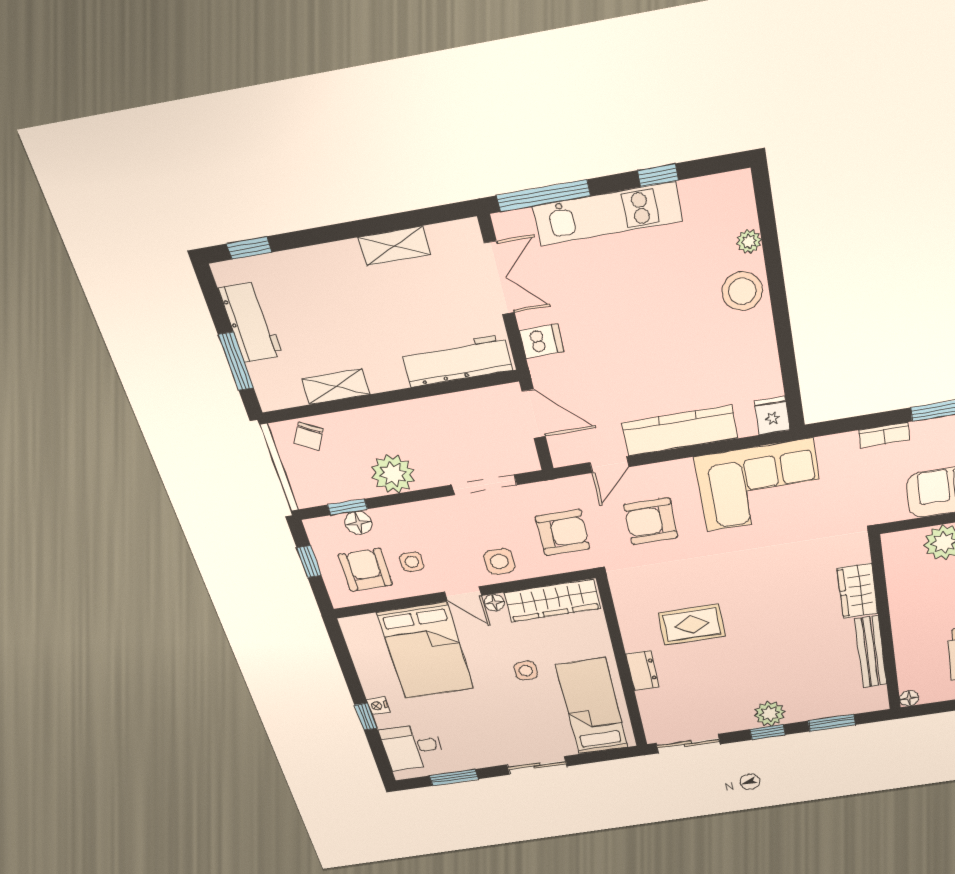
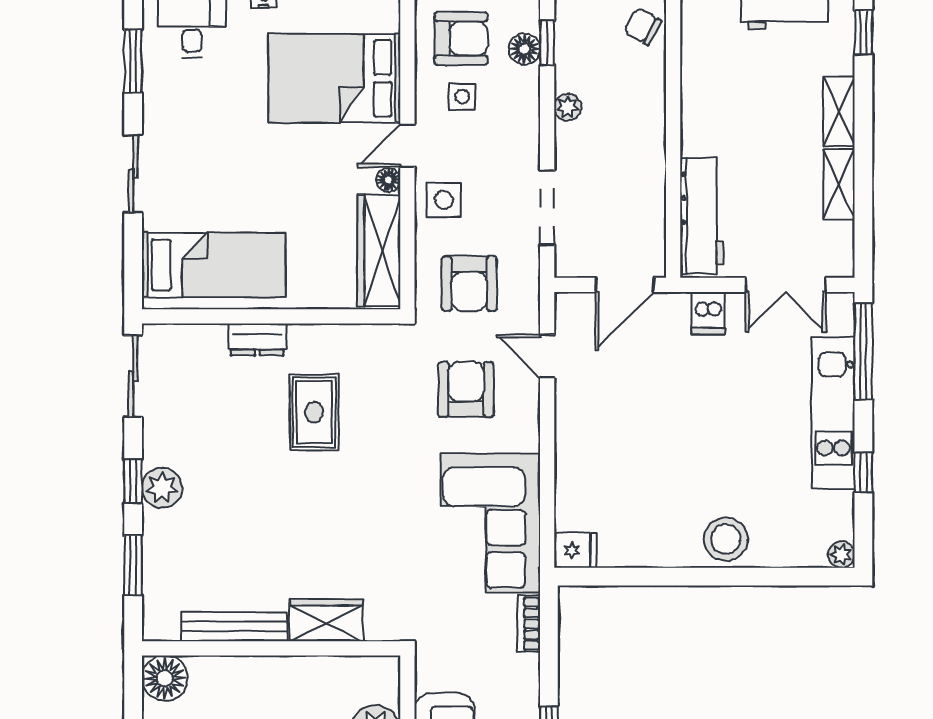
plant: (749, 241) -> (841, 555), moved
shelving: (336, 387) -> (839, 111), moved
kitchen counter: (680, 431) -> (575, 444), removed
bookcase: (884, 435) -> (529, 624), moved
plant: (393, 474) -> (568, 107), width x0.53, depth x0.53
side table: (526, 671) -> (283, 194), removed
floor lamp: (909, 698) -> (165, 678), width x1.89, depth x1.89

